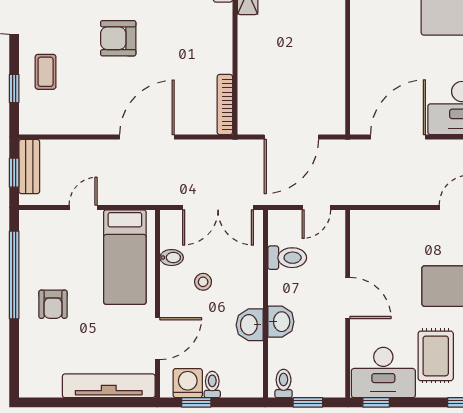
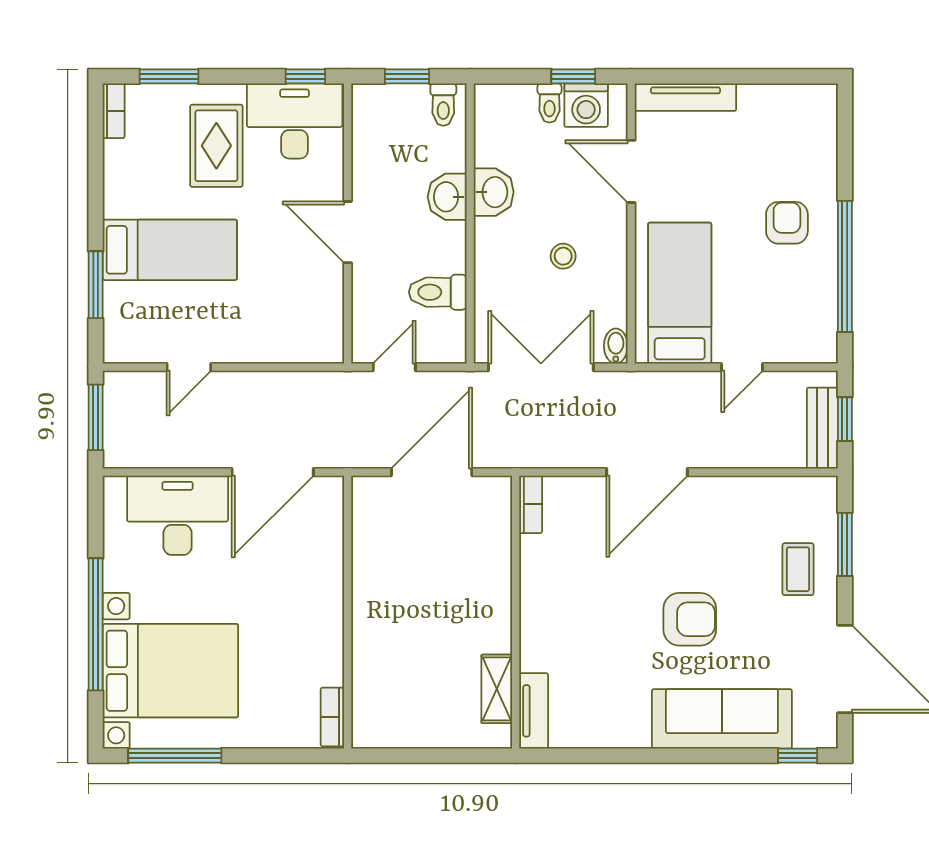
window: (14, 88) -> (845, 544), width x1.50
bookcase: (225, 105) -> (531, 504), width x0.64
bidet: (172, 258) -> (616, 346), moved, turned 90
door: (157, 339) -> (631, 171), hinge flipped
tv unit: (109, 386) -> (685, 97), width x0.73, depth x0.78

